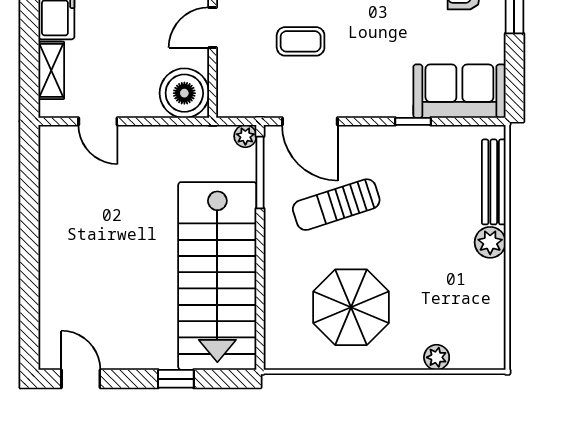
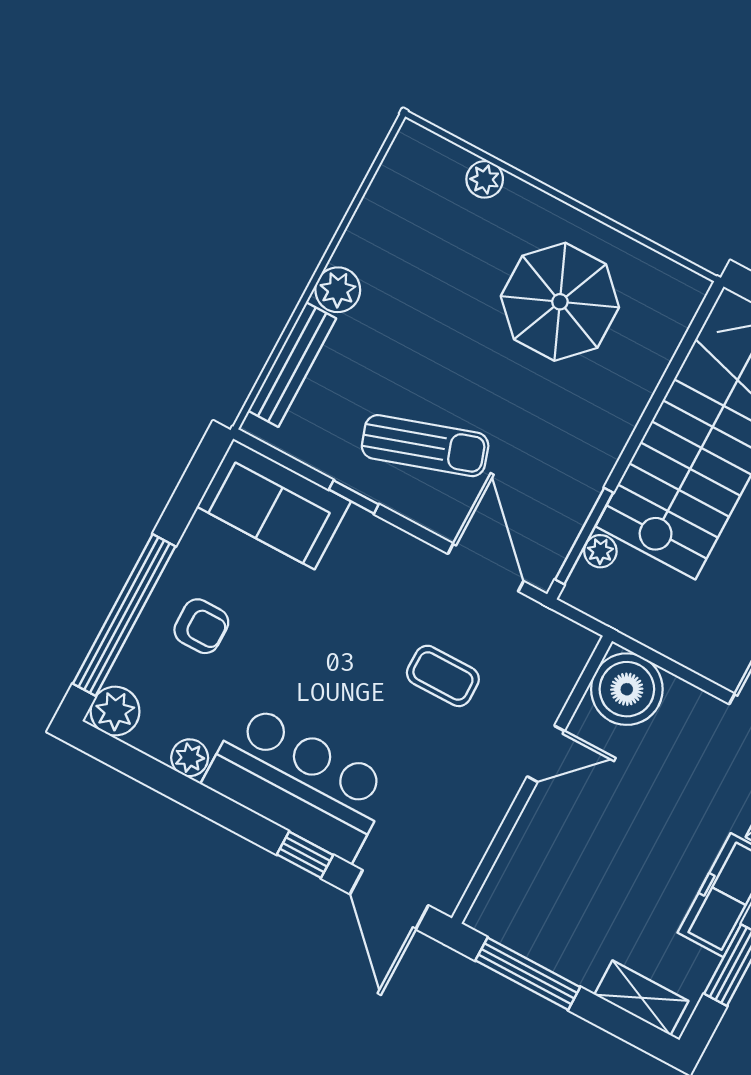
plant: (245, 136) -> (600, 551), moved
sun lounger: (336, 205) -> (425, 446), moved

